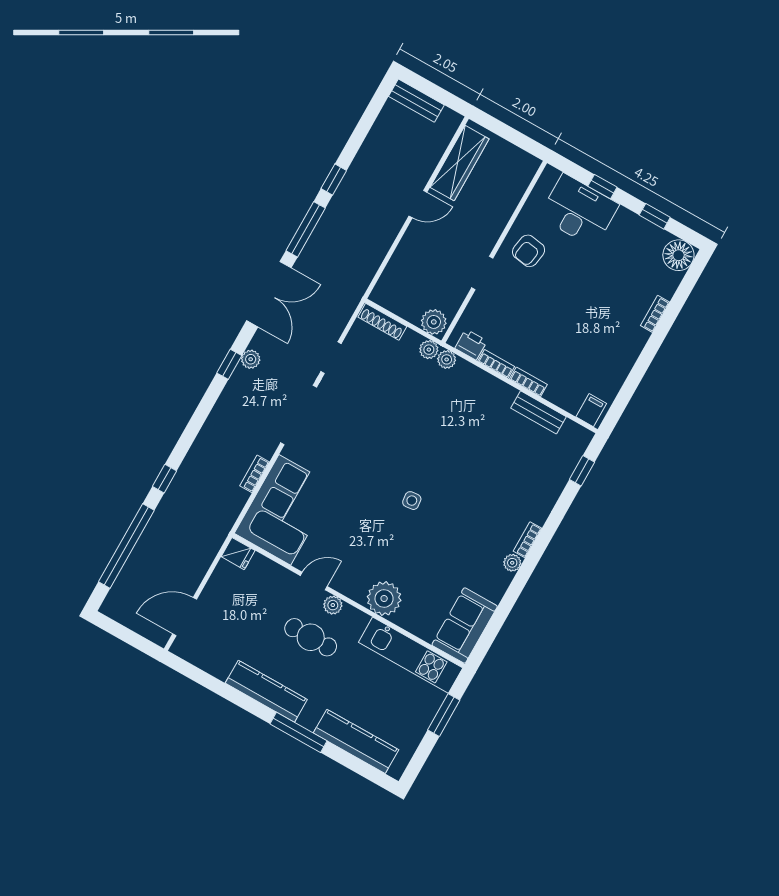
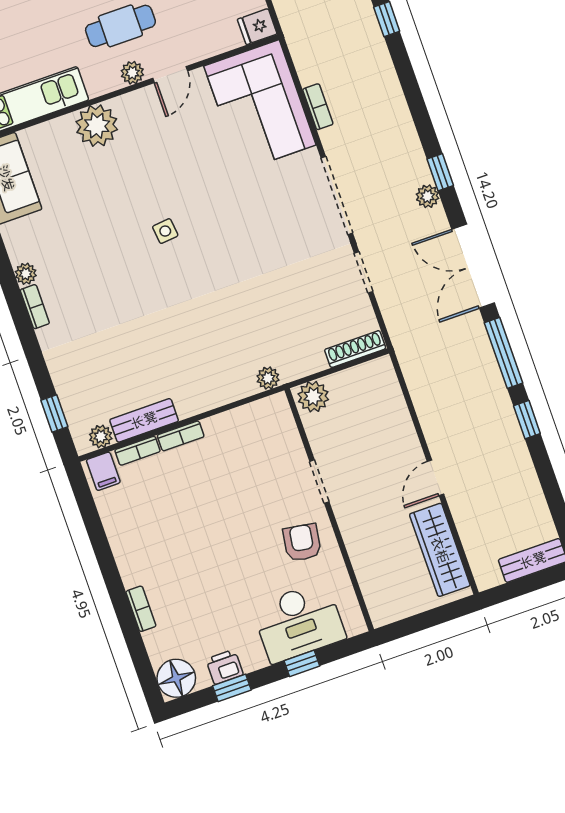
printer: (471, 345) -> (225, 667), moved, turned 180
plant: (429, 350) -> (101, 436), moved
bookcase: (496, 364) -> (138, 451), moved

